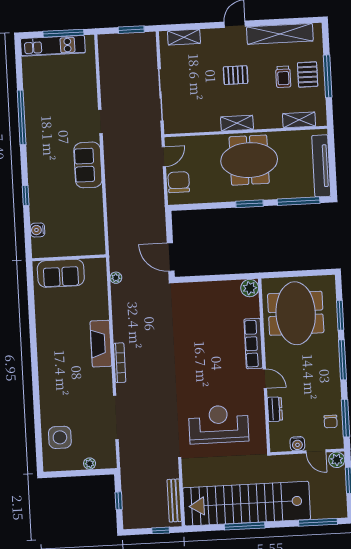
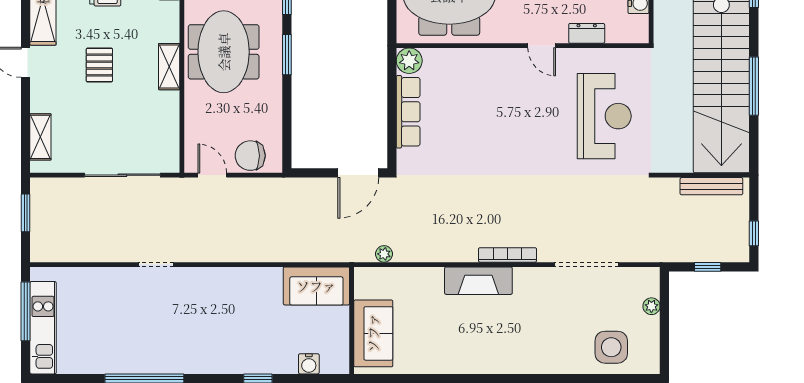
sofa: (88, 165) -> (316, 286), moved
row of seats: (253, 344) -> (408, 112), moved, turned -90
door: (265, 379) -> (542, 46), swing flipped
reception desk: (219, 424) -> (604, 116), turned 180
window: (161, 530) -> (754, 233), moved

